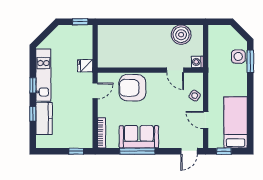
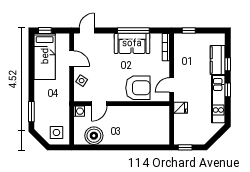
side table: (238, 56) -> (56, 132), moved
door: (175, 70) -> (99, 104), swing flipped
window: (224, 151) -> (45, 30), moved

